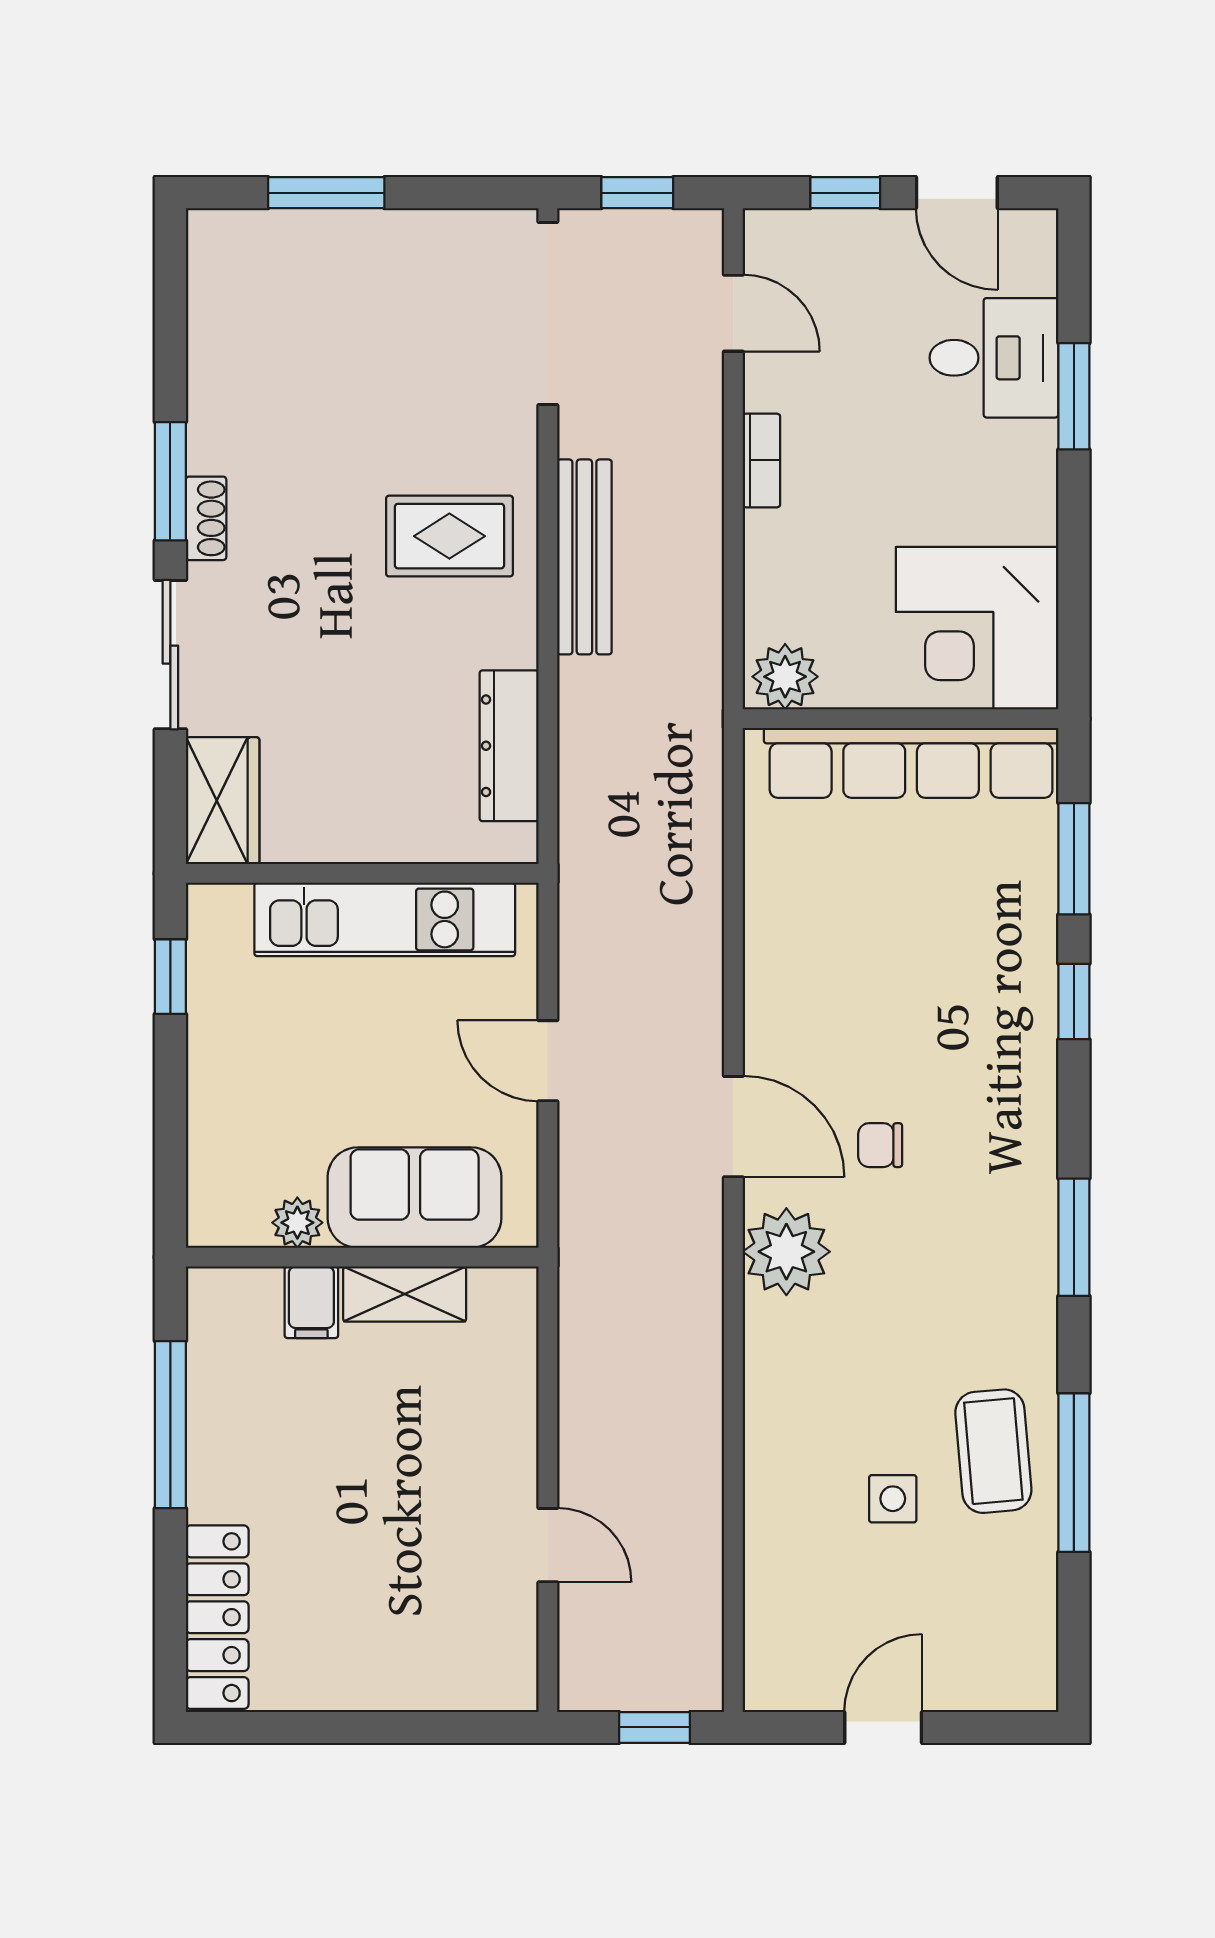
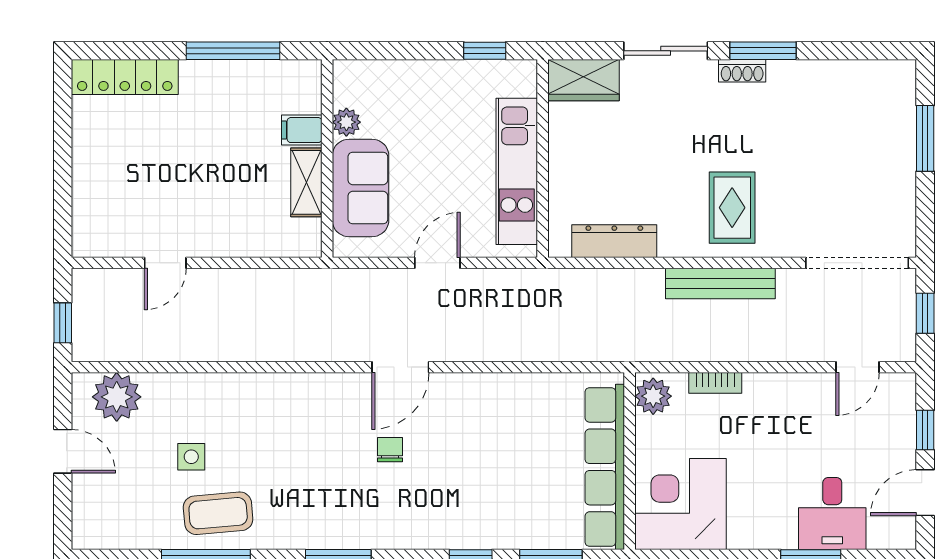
bookcase: (761, 460) -> (715, 383), moved
plant: (786, 1252) -> (117, 397), moved

